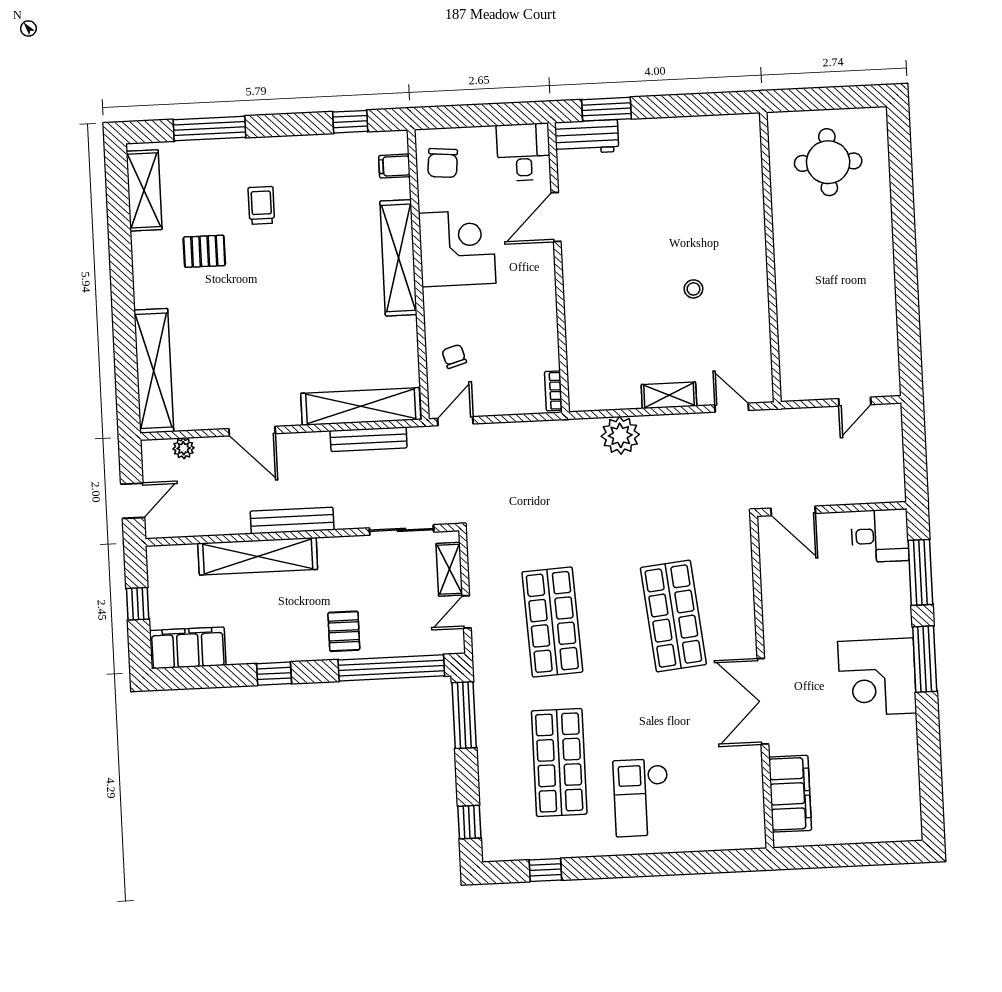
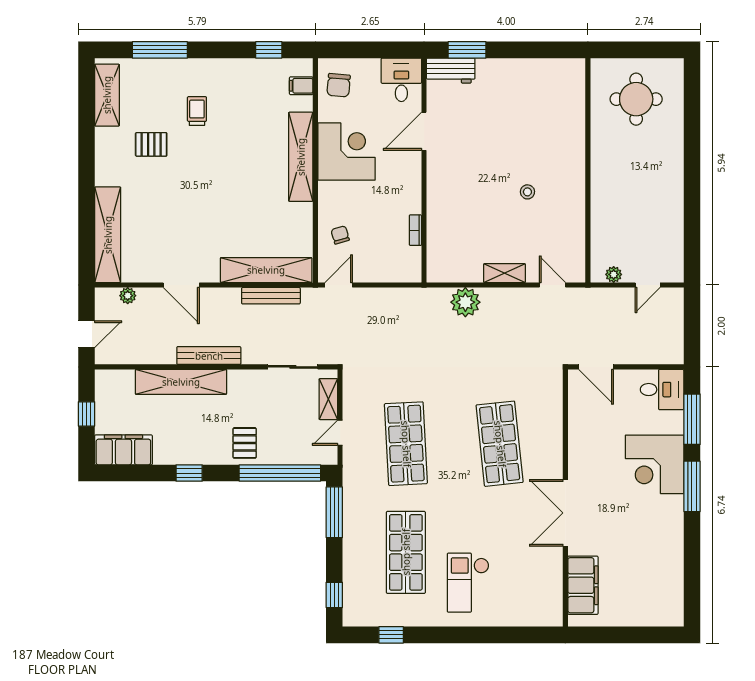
plant: (810, 390) -> (614, 274), added
bookcase: (553, 391) -> (415, 230), moved
corner desk: (877, 677) -> (655, 464), moved

